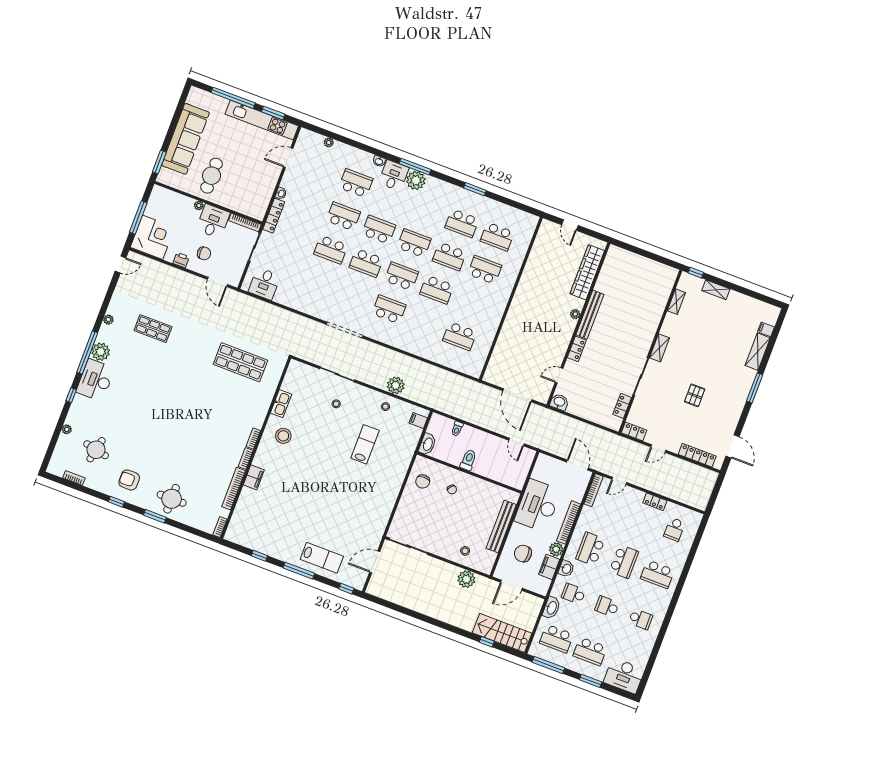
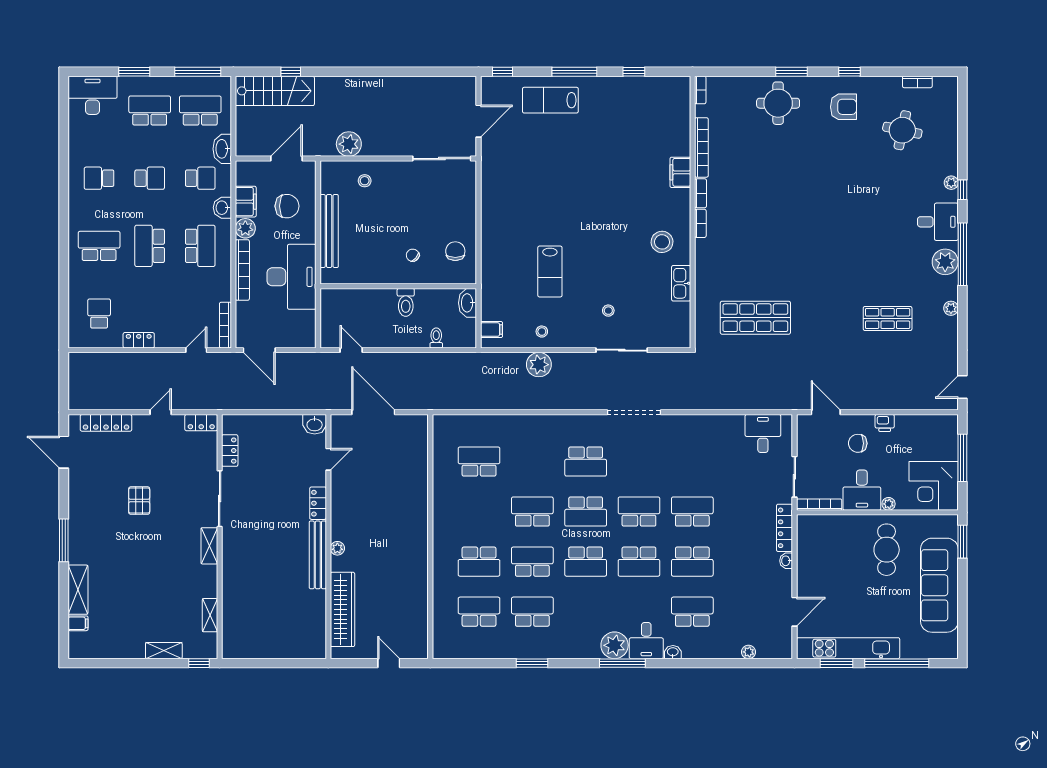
school desk: (356, 183) -> (692, 612), turned 180
corner desk: (153, 237) -> (934, 486), moved
desk: (95, 380) -> (938, 222), width x0.73
plant: (67, 429) -> (951, 183), moved

